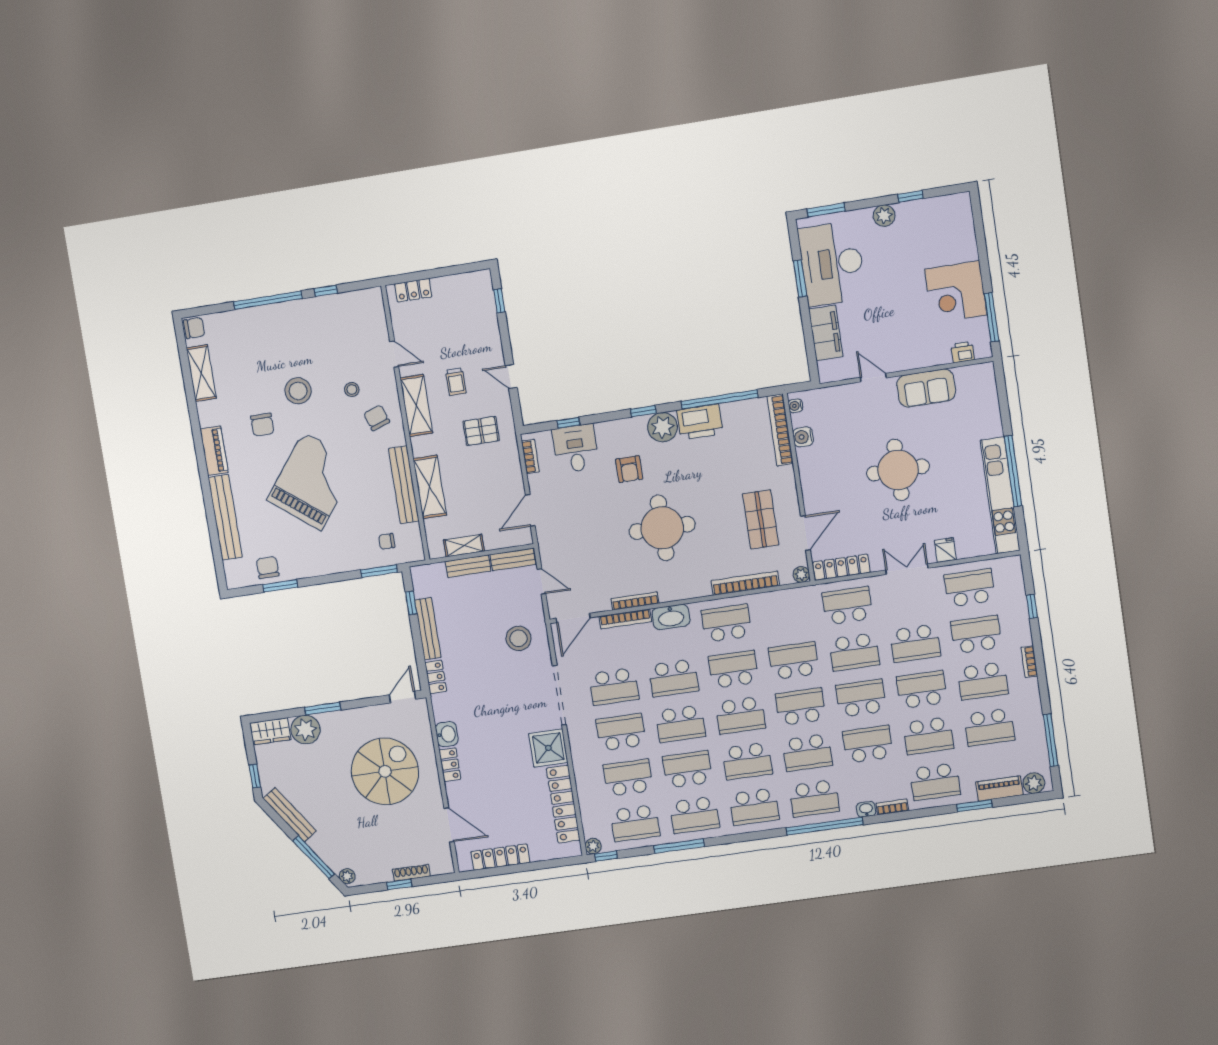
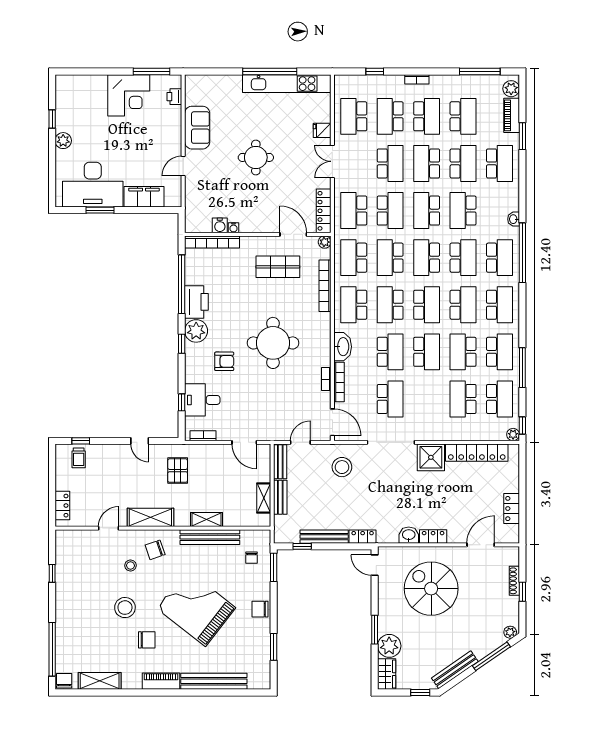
window: (826, 210) -> (52, 183), removed
window: (268, 300) -> (52, 649), moved
door: (511, 377) -> (140, 441), hinge flipped
trolley: (456, 382) -> (79, 458), moved, turned 90
water cooler: (795, 406) -> (234, 228), moved
round table: (898, 470) -> (256, 157), width x0.73, depth x0.73
shelving: (430, 487) -> (207, 520), width x0.67, depth x0.75
chair: (268, 568) -> (260, 609), moved
bookcase: (635, 601) -> (326, 379), width x0.64
school desk: (621, 732) -> (354, 258), moved
bookcase: (892, 807) -> (515, 199), removed
locker: (500, 857) -> (512, 509), width x0.66

